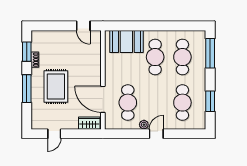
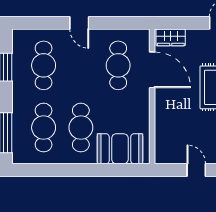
door: (83, 26) -> (196, 170), moved
plant: (144, 125) -> (96, 35), removed
door: (156, 134) -> (79, 23), hinge flipped

